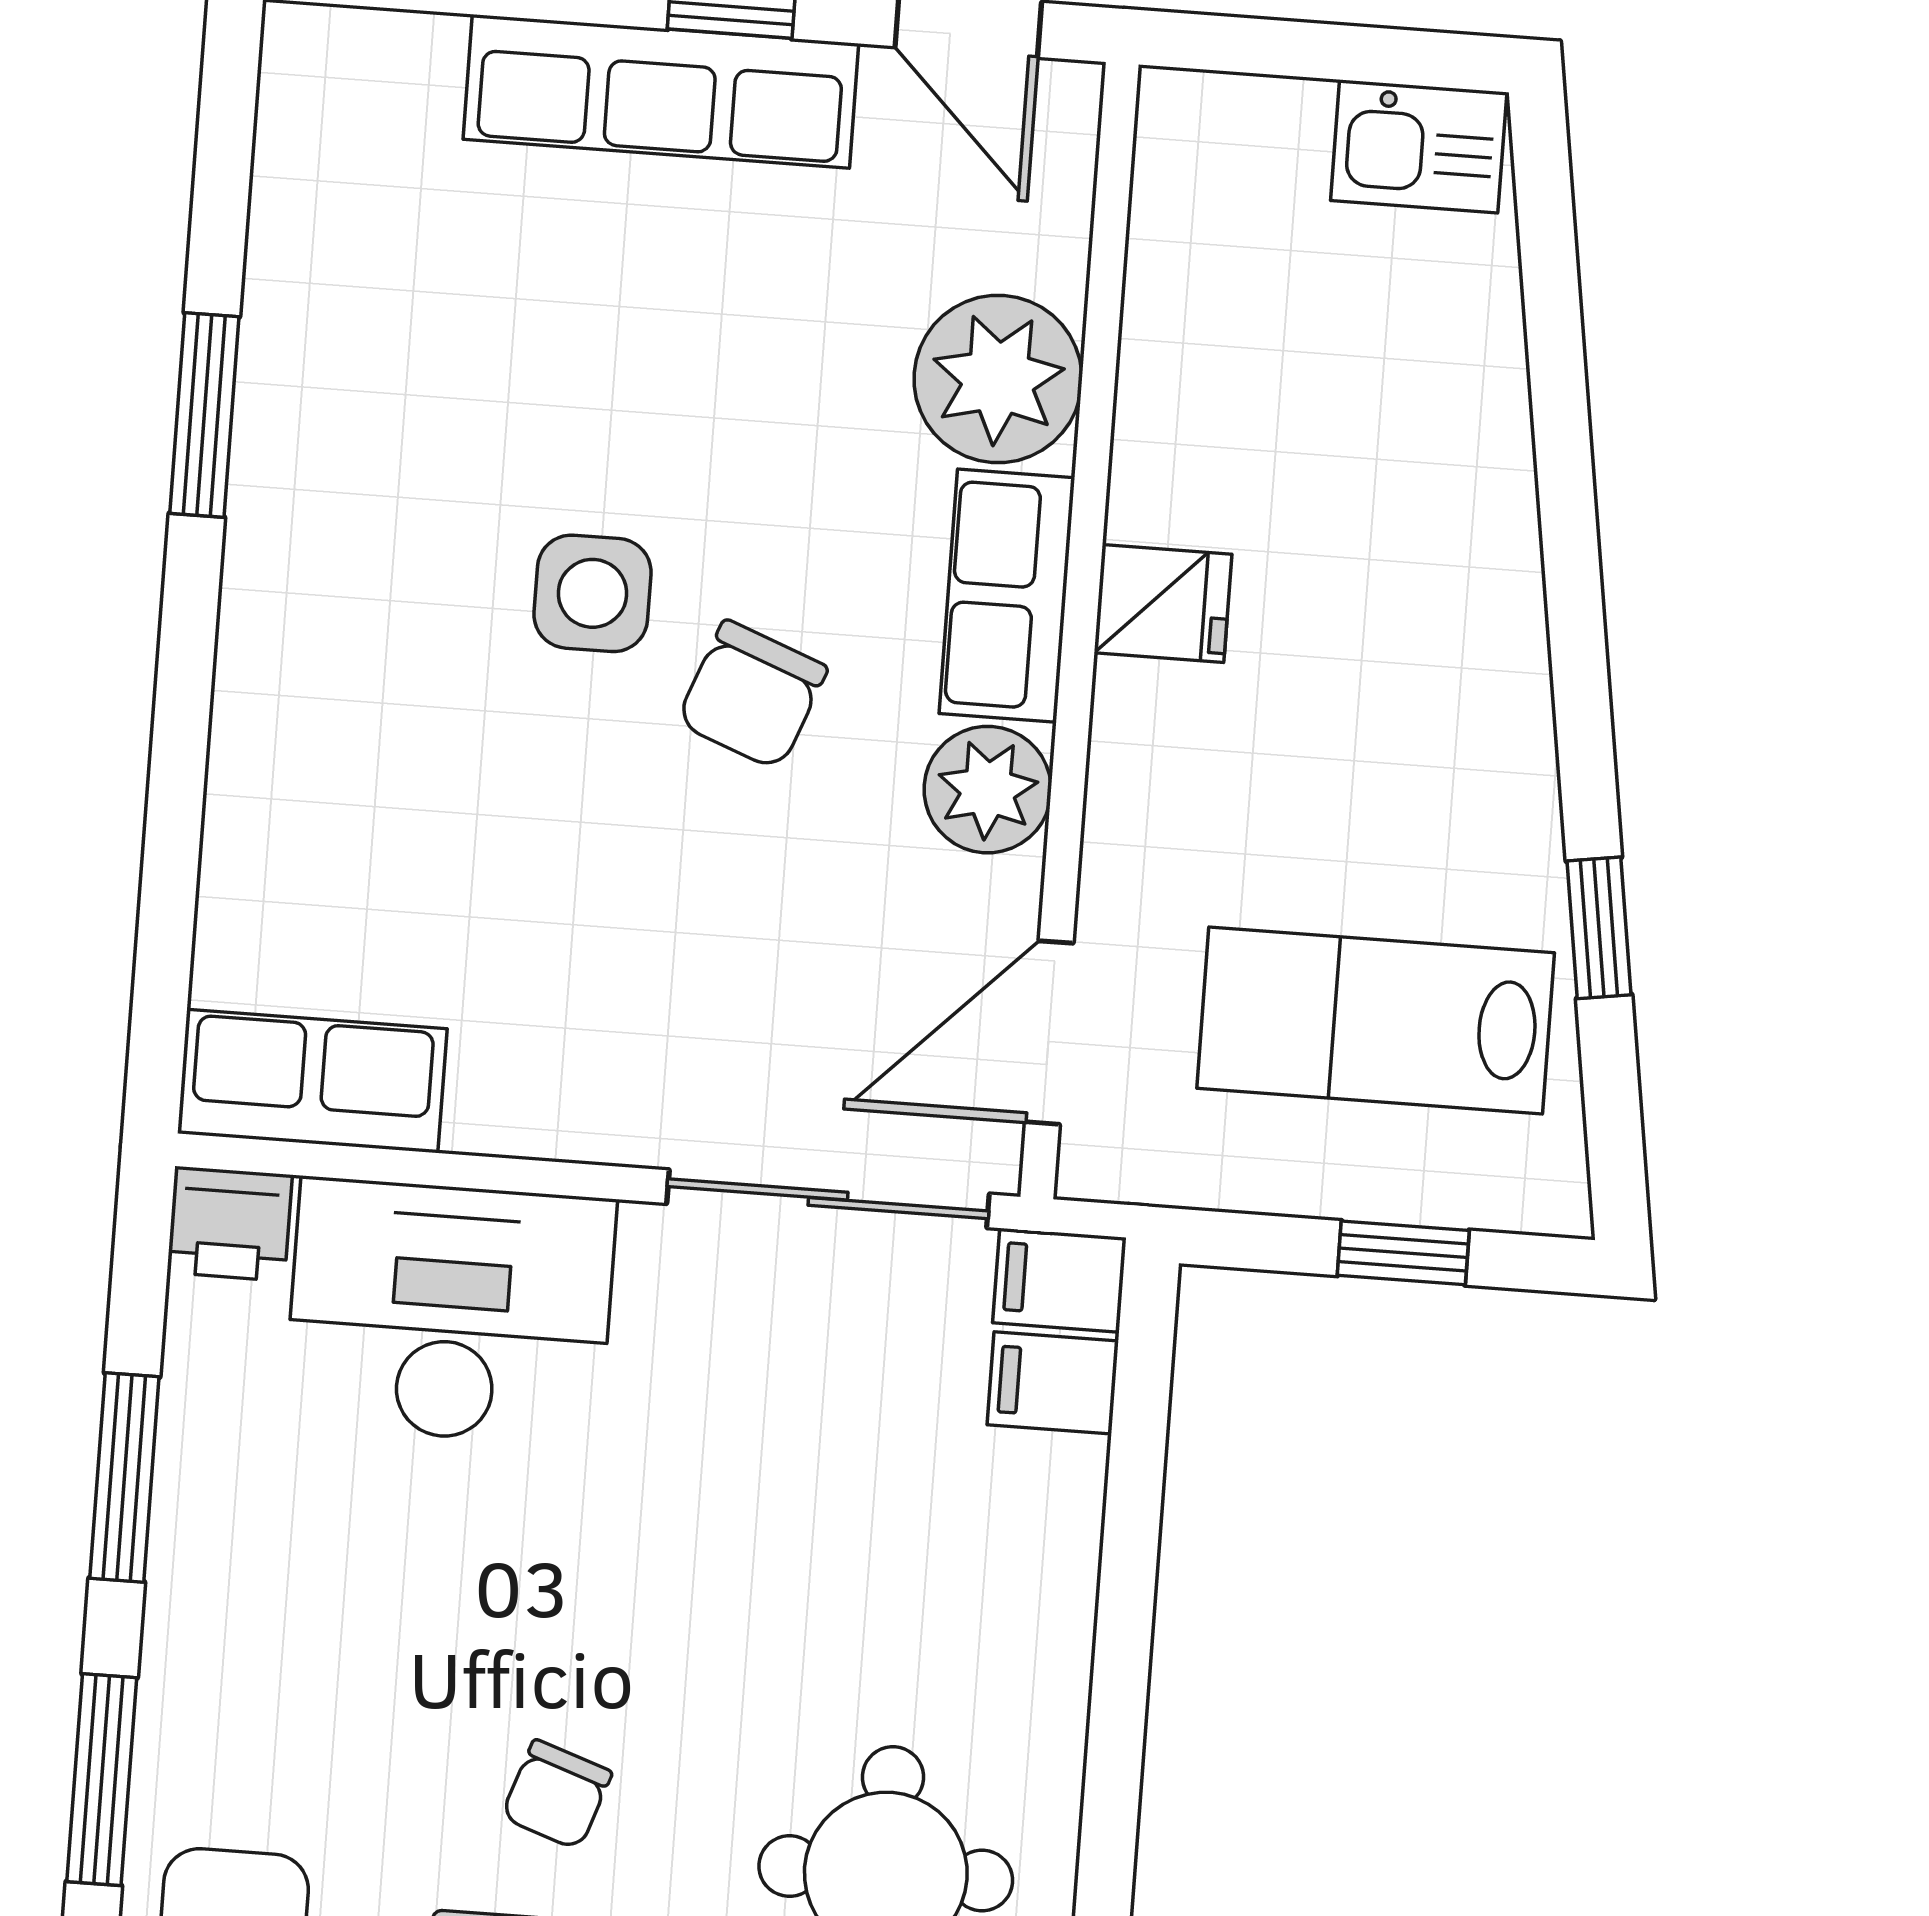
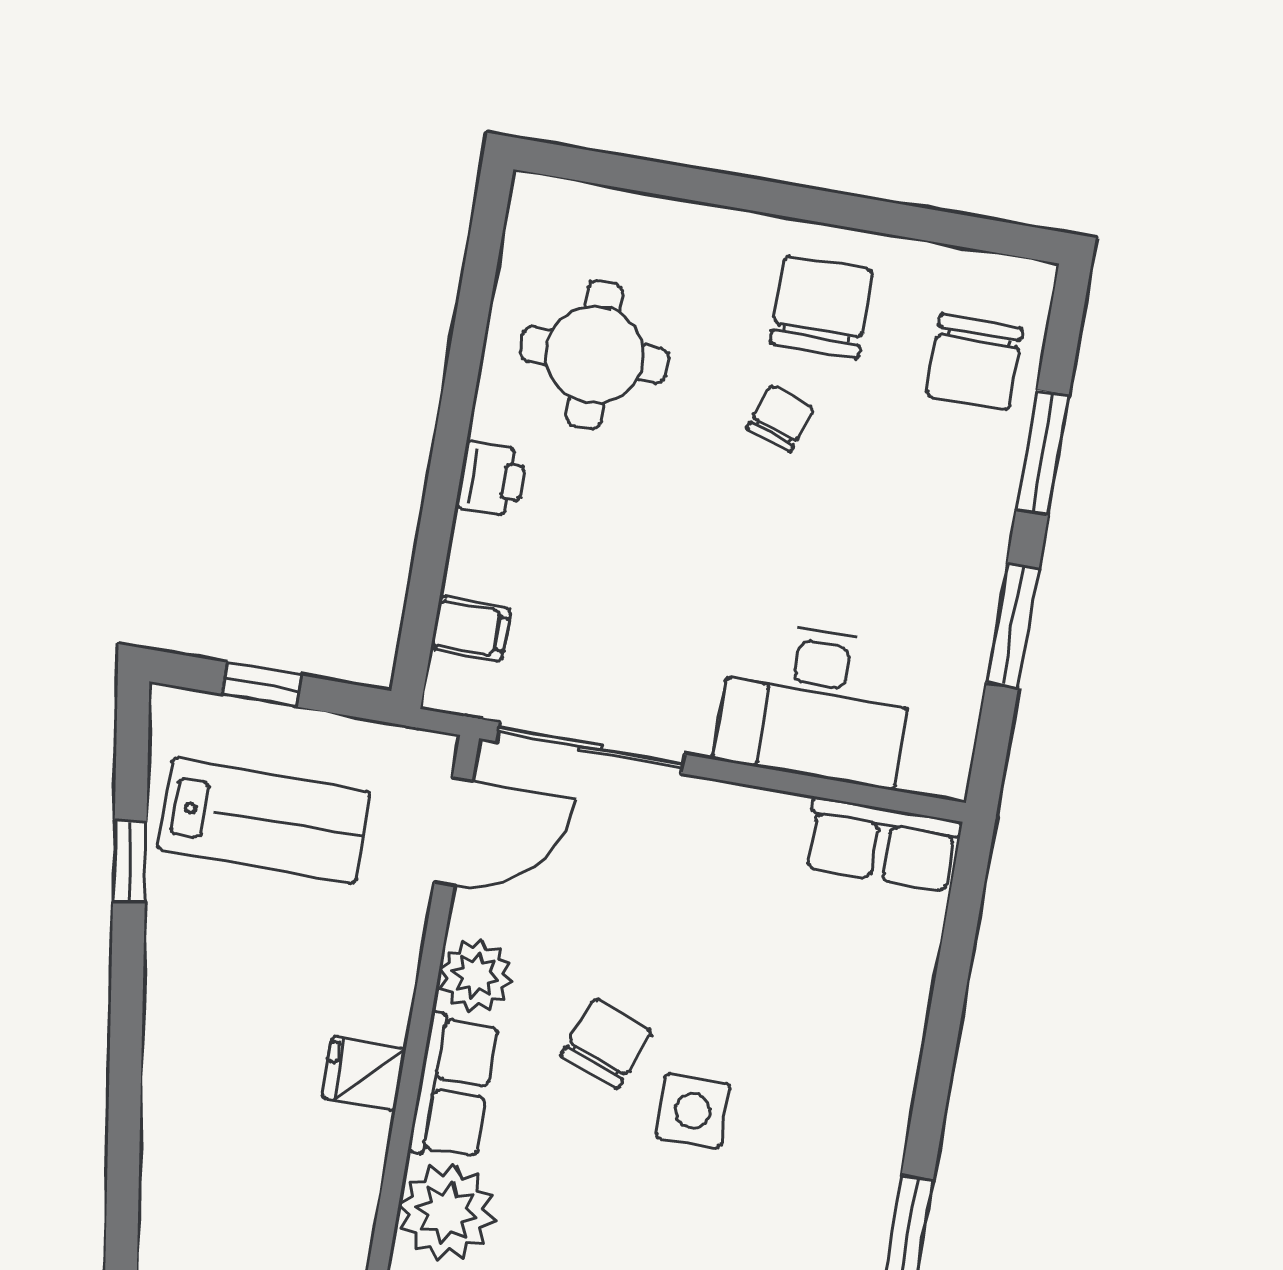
printer: (230, 1224) -> (491, 479), moved, turned 90
filing cabinet: (1059, 1280) -> (461, 688), removed

